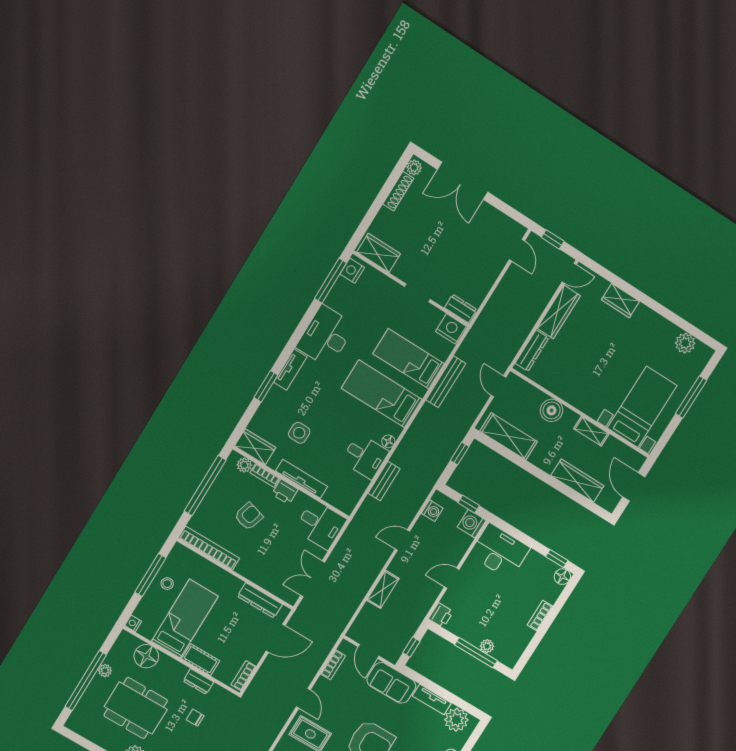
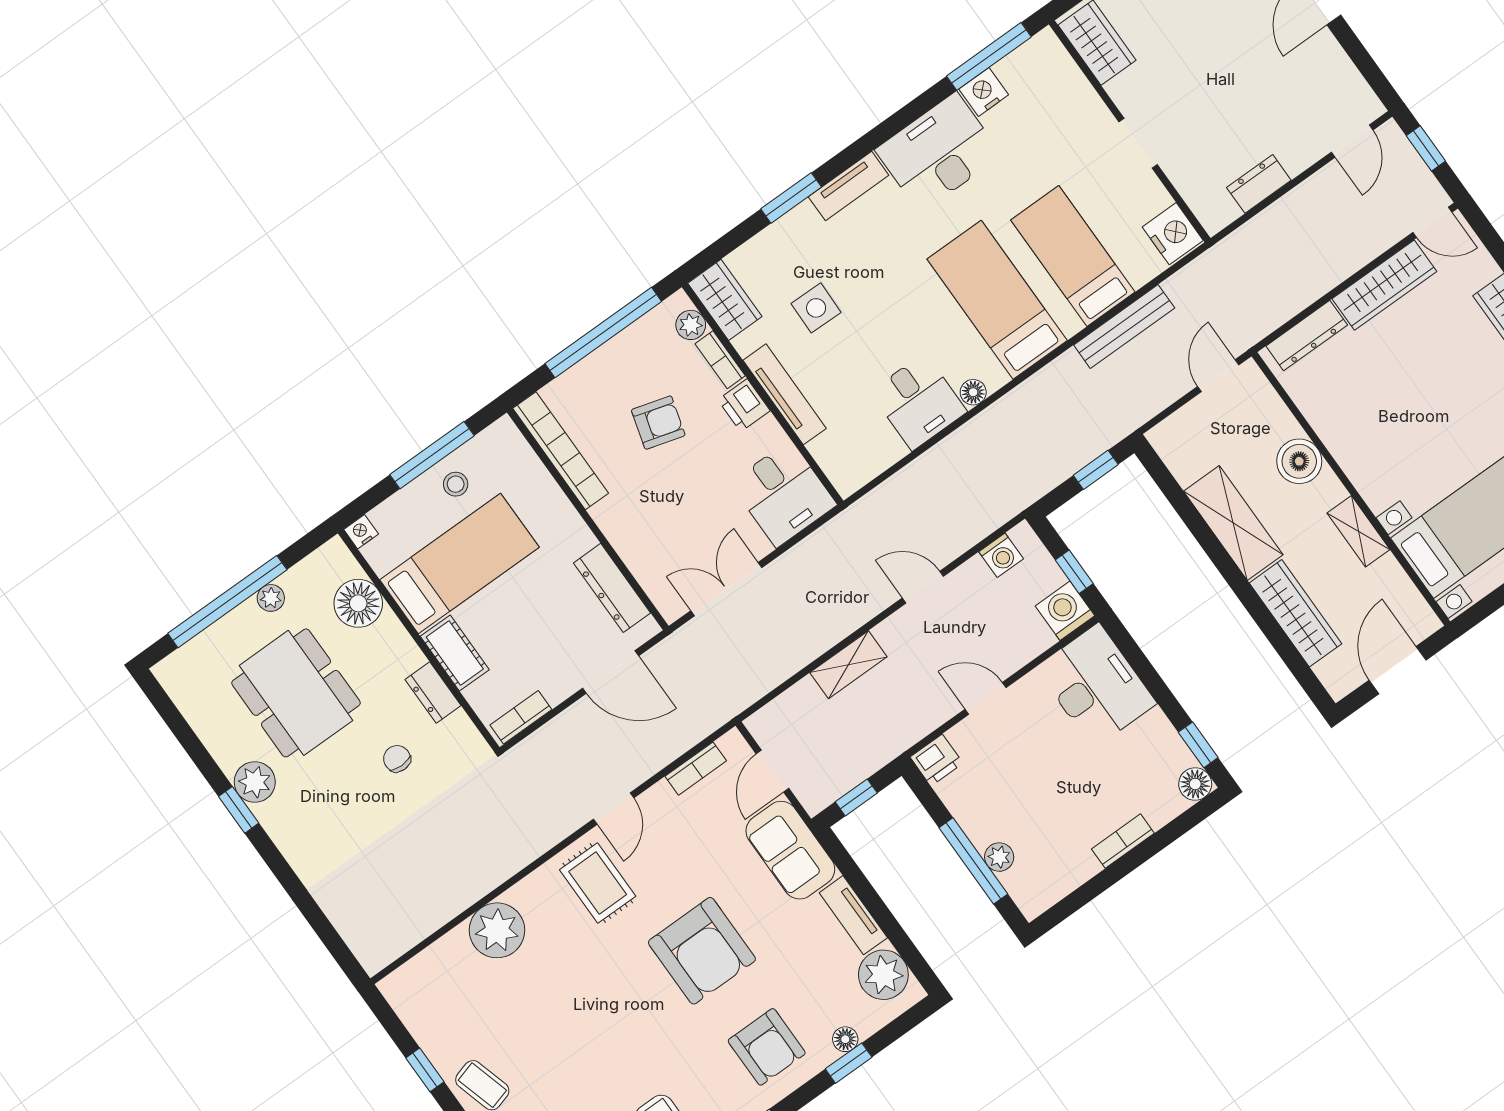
nightstand: (352, 271) -> (984, 92), moved
dresser: (461, 309) -> (1259, 184), moved, turned -90
shelving: (509, 436) -> (1233, 523), moved
bench: (384, 481) -> (935, 462), removed

